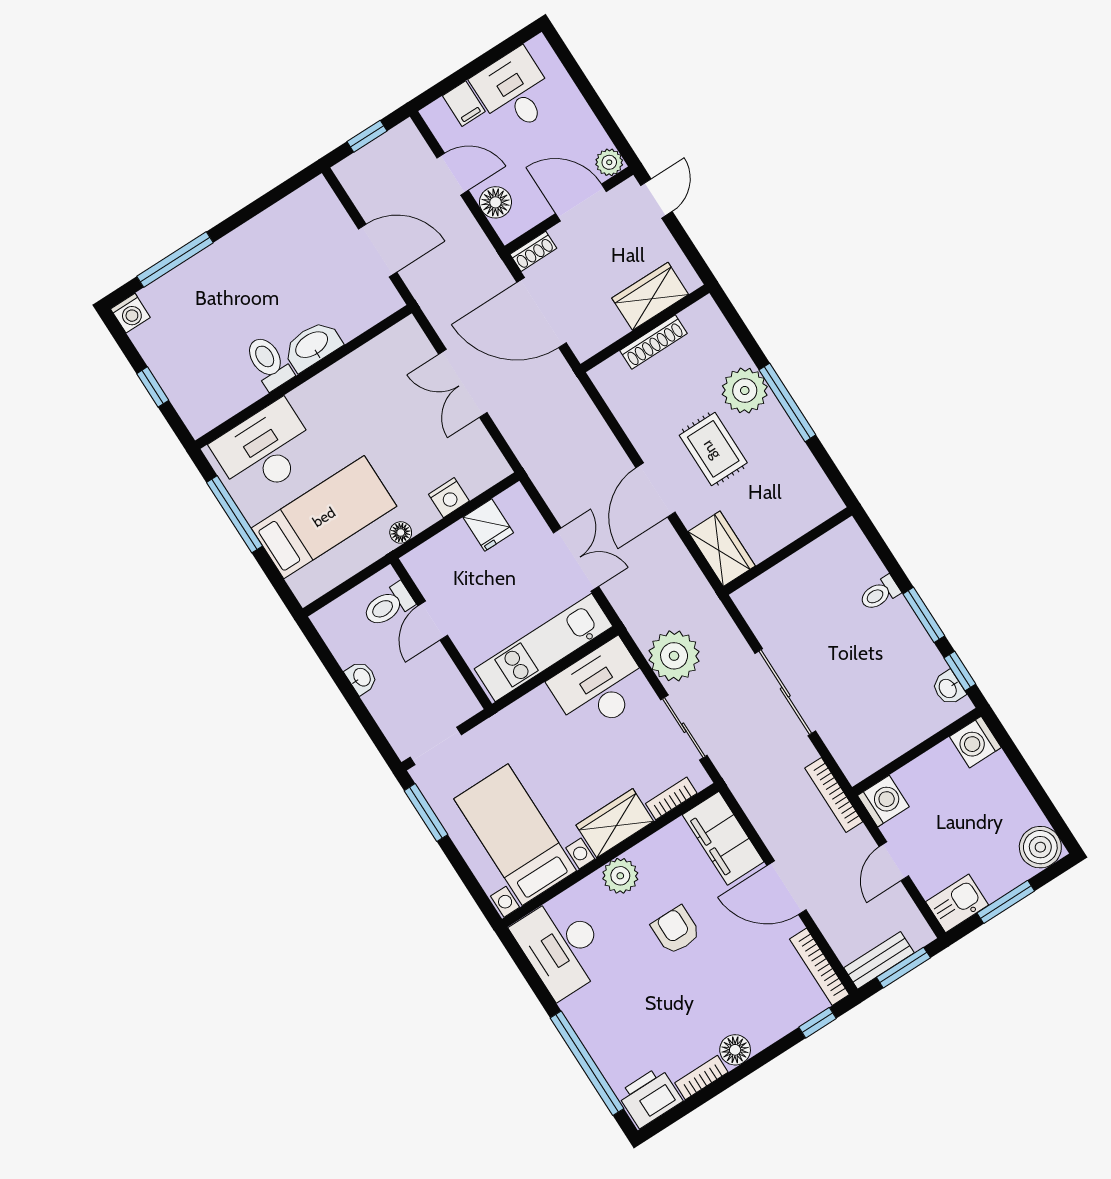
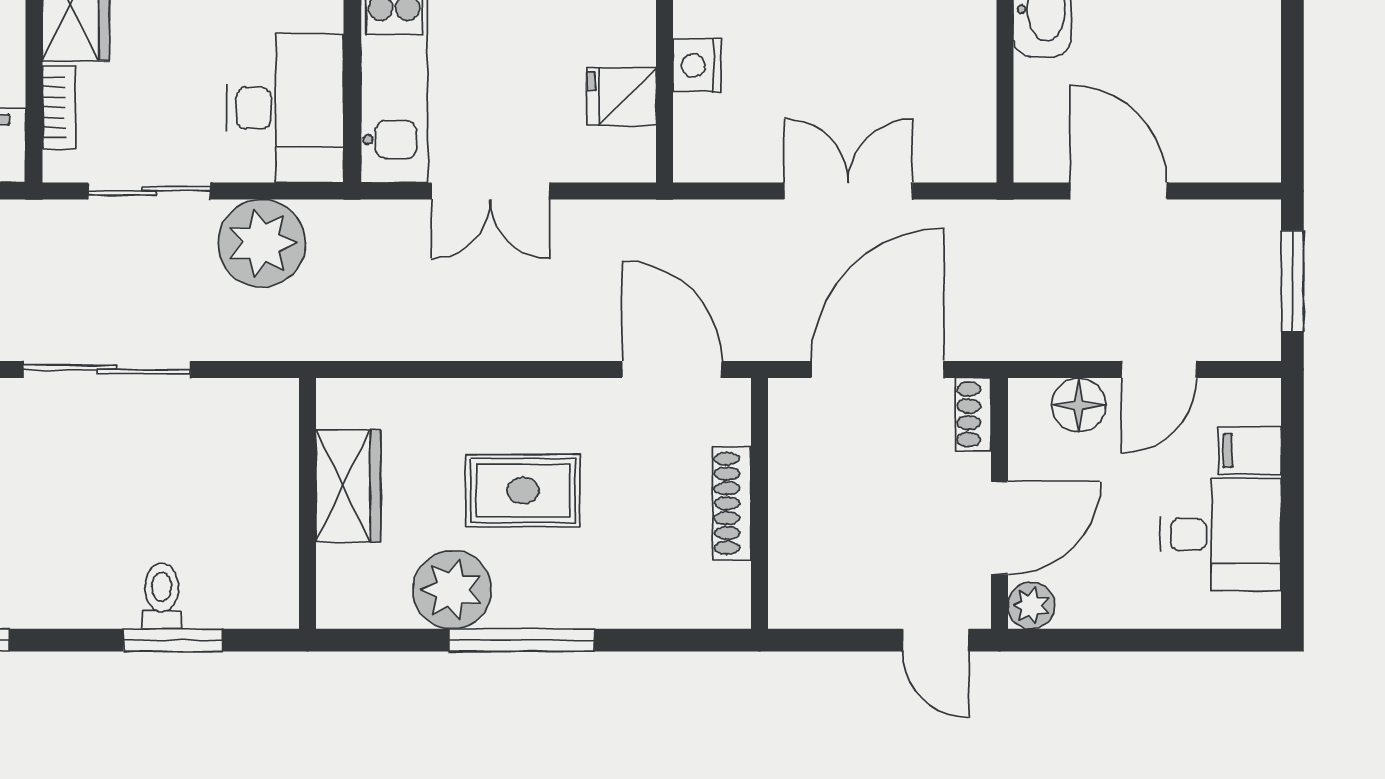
window: (367, 136) -> (1292, 281), width x1.50
door: (378, 251) -> (1118, 191), swing flipped
wardrobe: (650, 296) -> (801, 541), removed
plant: (745, 390) -> (452, 590), moved
door: (655, 490) -> (672, 369), moved
wardrobe: (722, 549) -> (348, 486), moved, turned -90
window: (924, 615) -> (173, 640), moved

